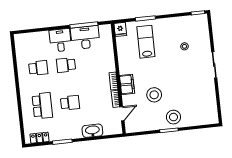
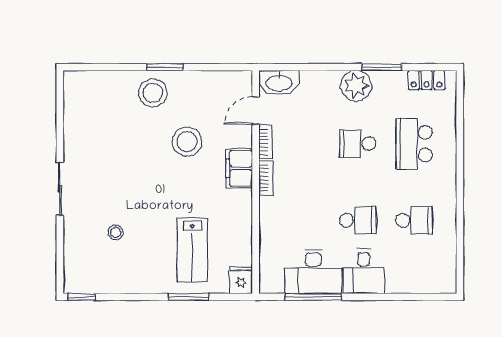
school desk: (38, 68) -> (414, 220), turned 180
plant: (74, 131) -> (356, 86), added
washbasin: (92, 131) -> (279, 83), moved

